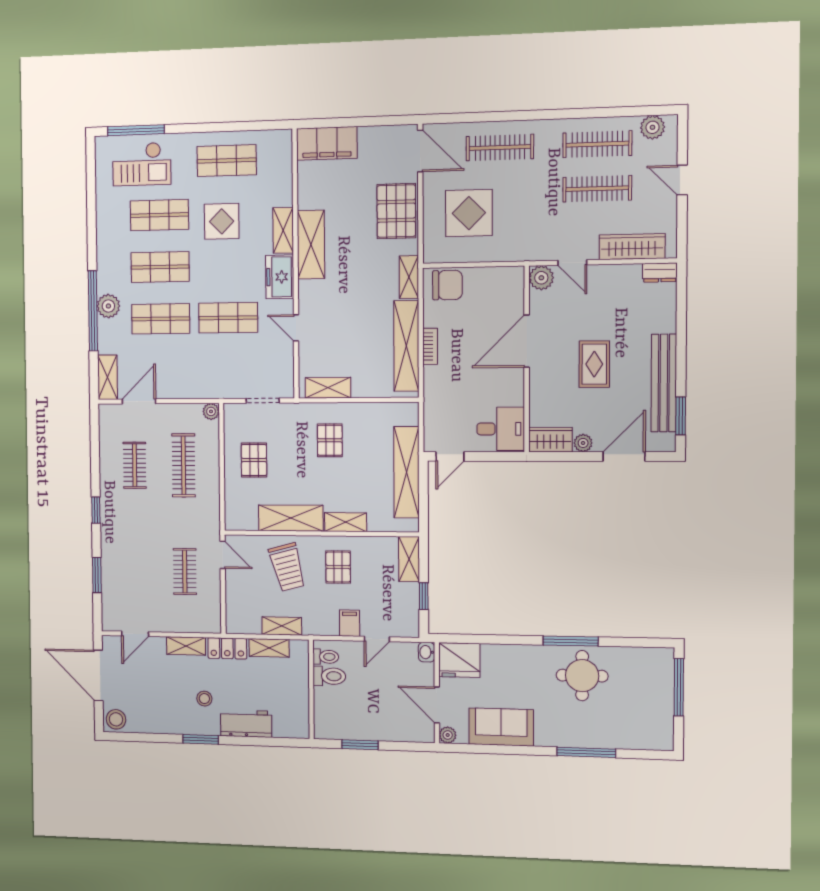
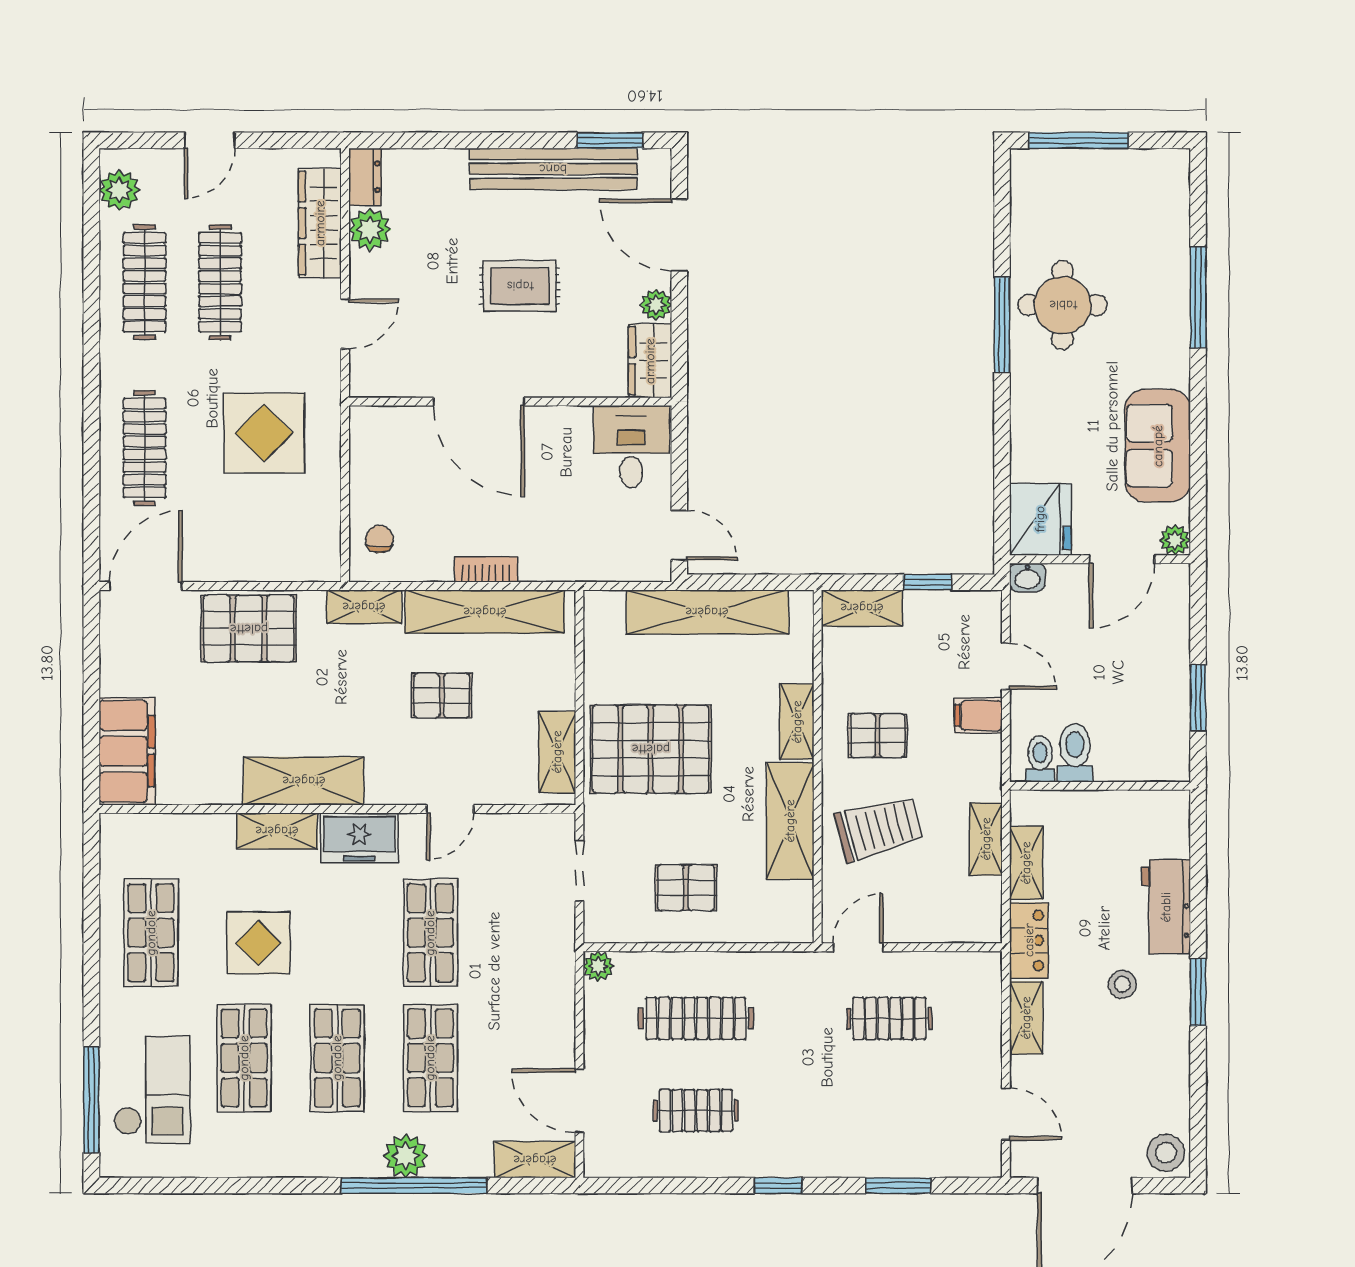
display table: (469, 213) -> (264, 433), moved
plant: (541, 278) -> (370, 230), moved
chair: (447, 285) -> (379, 539), width x0.54, depth x0.54
pallet: (359, 322) -> (442, 696), added
pallet: (330, 440) -> (651, 749), width x2.05, depth x2.00

